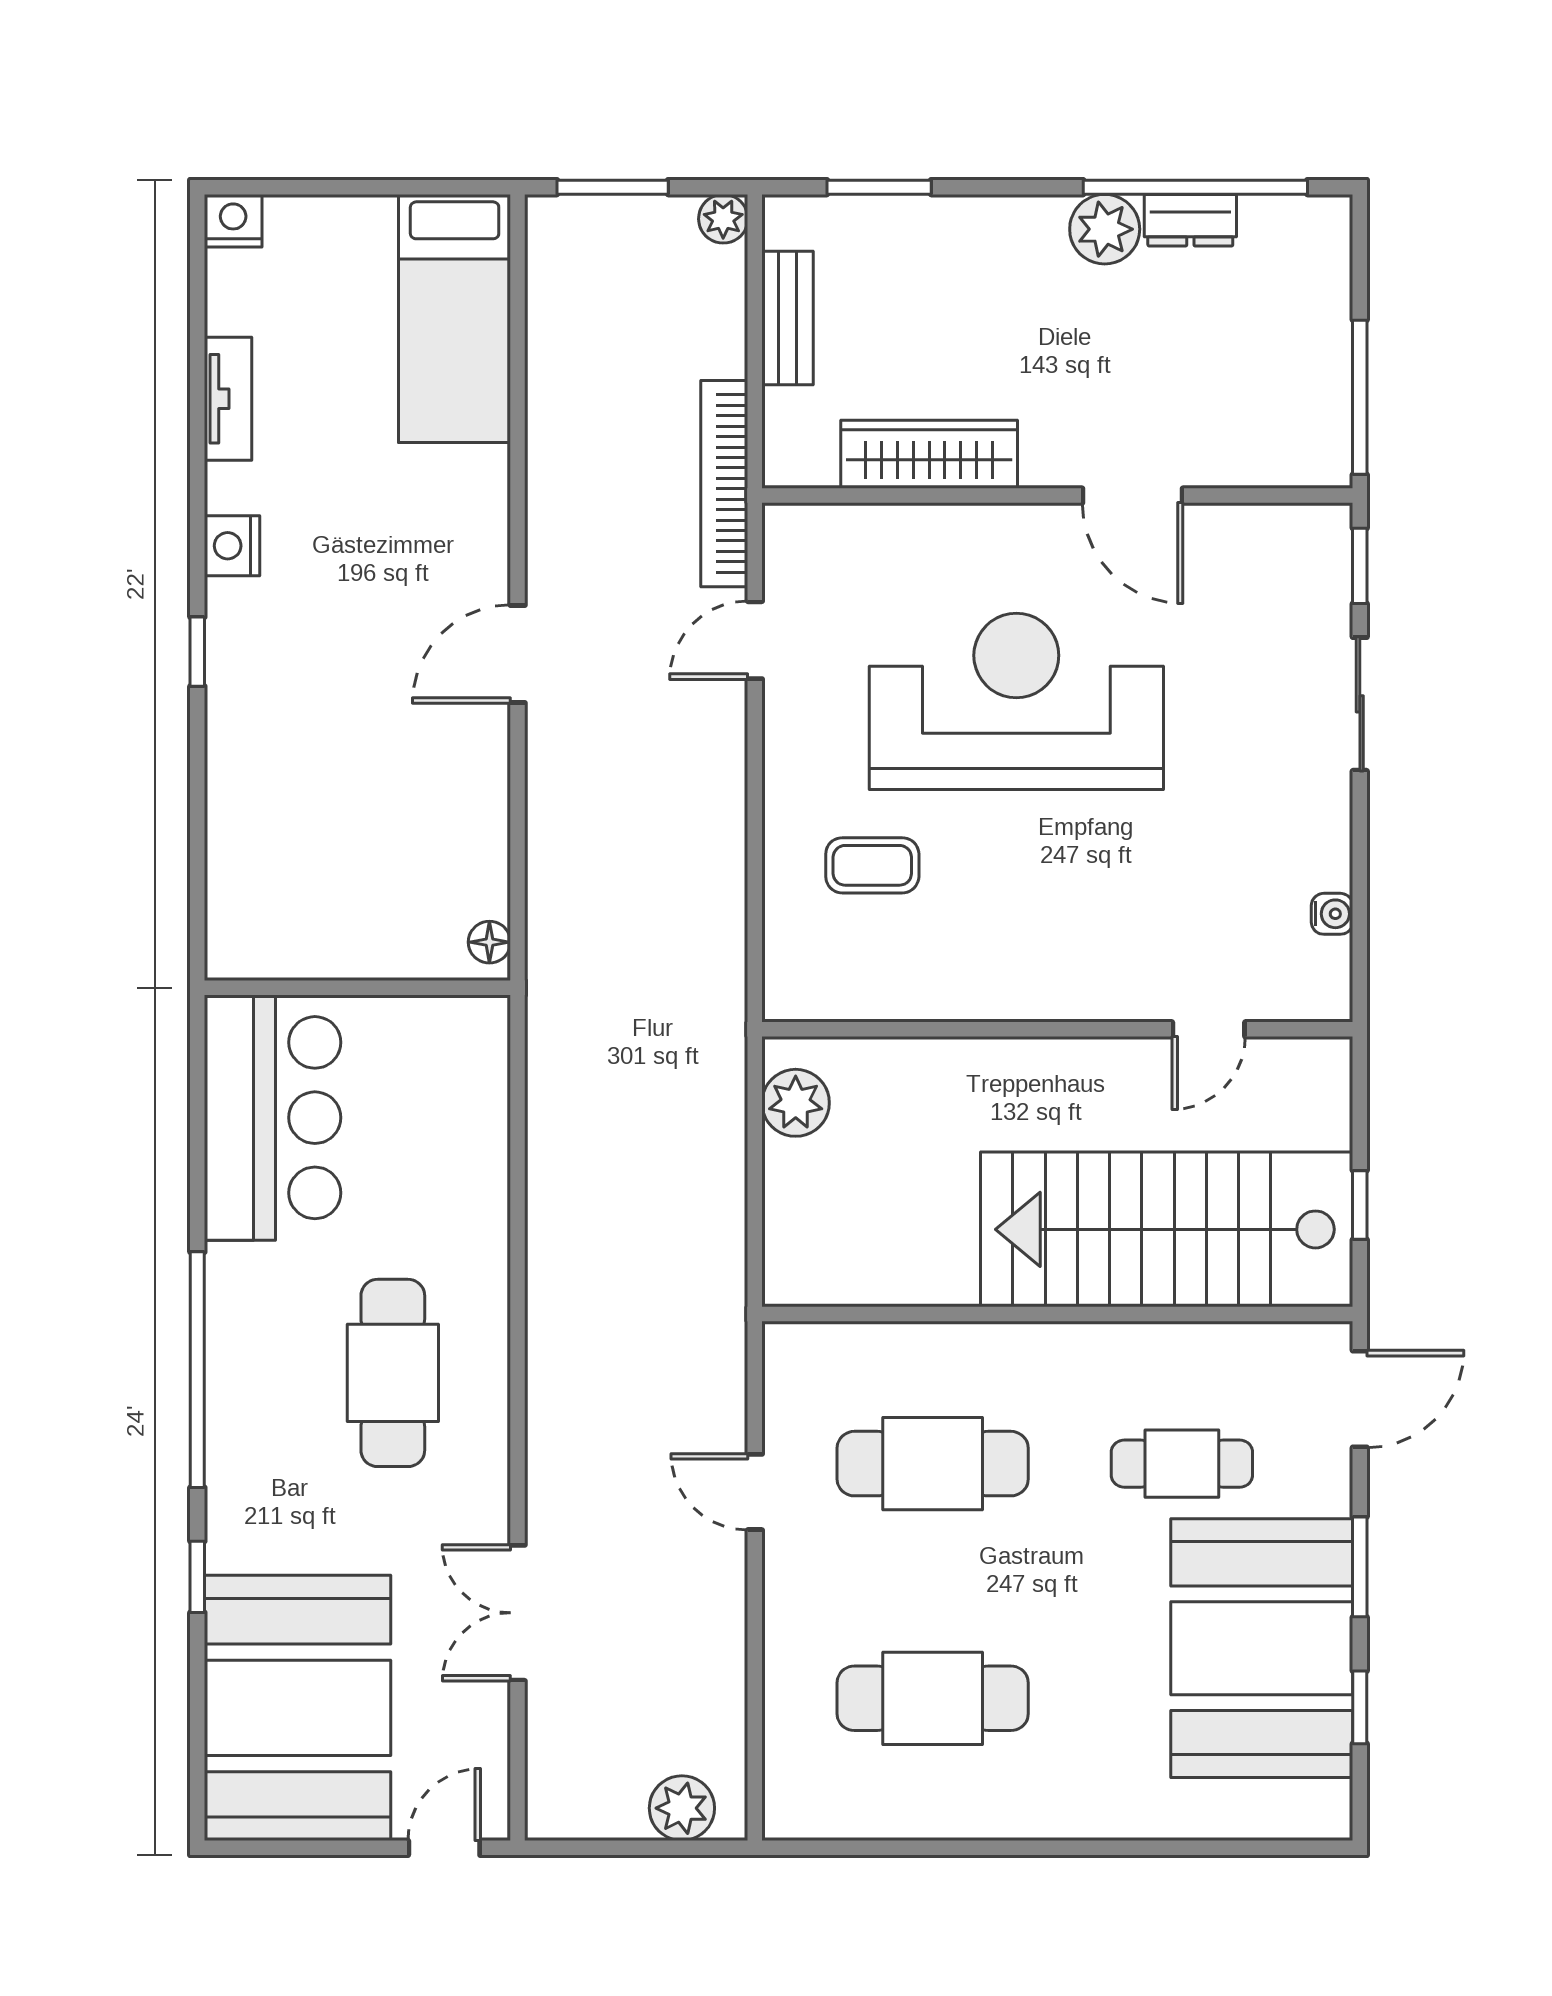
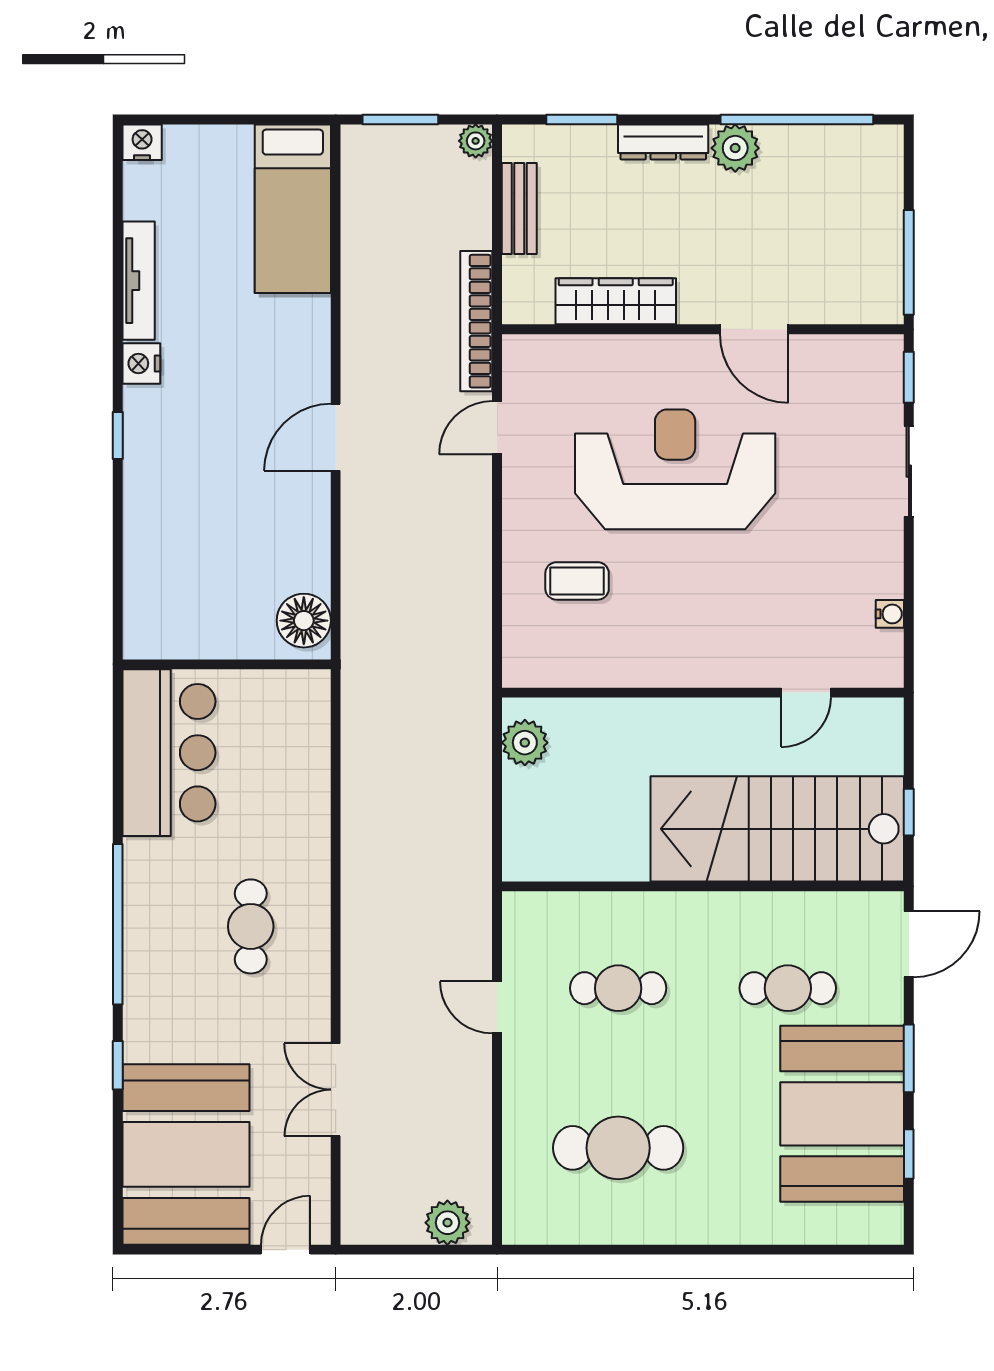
dresser: (1190, 220) -> (663, 142), moved, width x1.44
tv unit: (228, 399) -> (139, 281), width x1.41
floor lamp: (489, 942) -> (304, 621), width x1.89, depth x1.89
cafe table: (393, 1373) -> (251, 926), width x0.73, depth x0.74
cafe table: (933, 1464) -> (618, 988), width x0.73, depth x0.74

